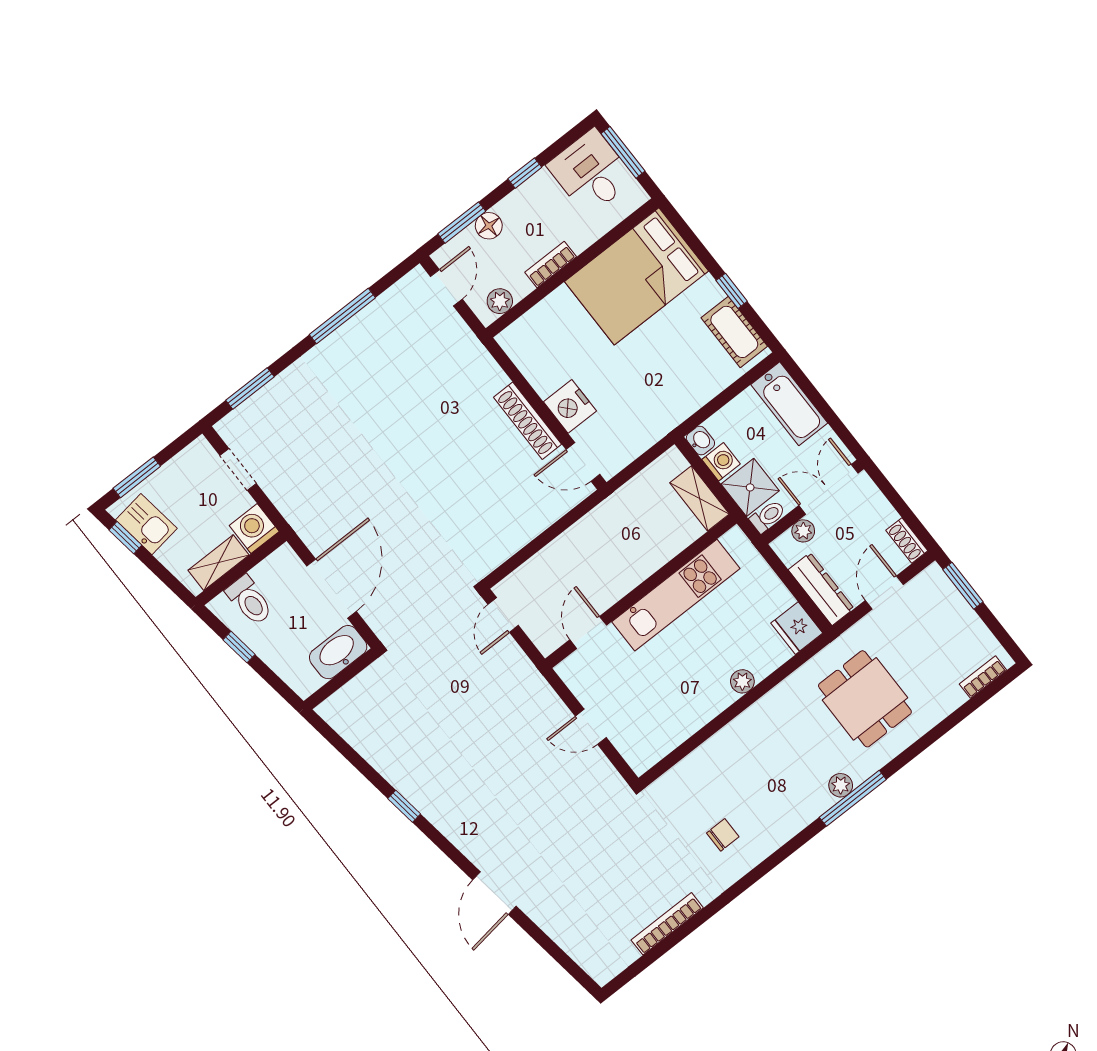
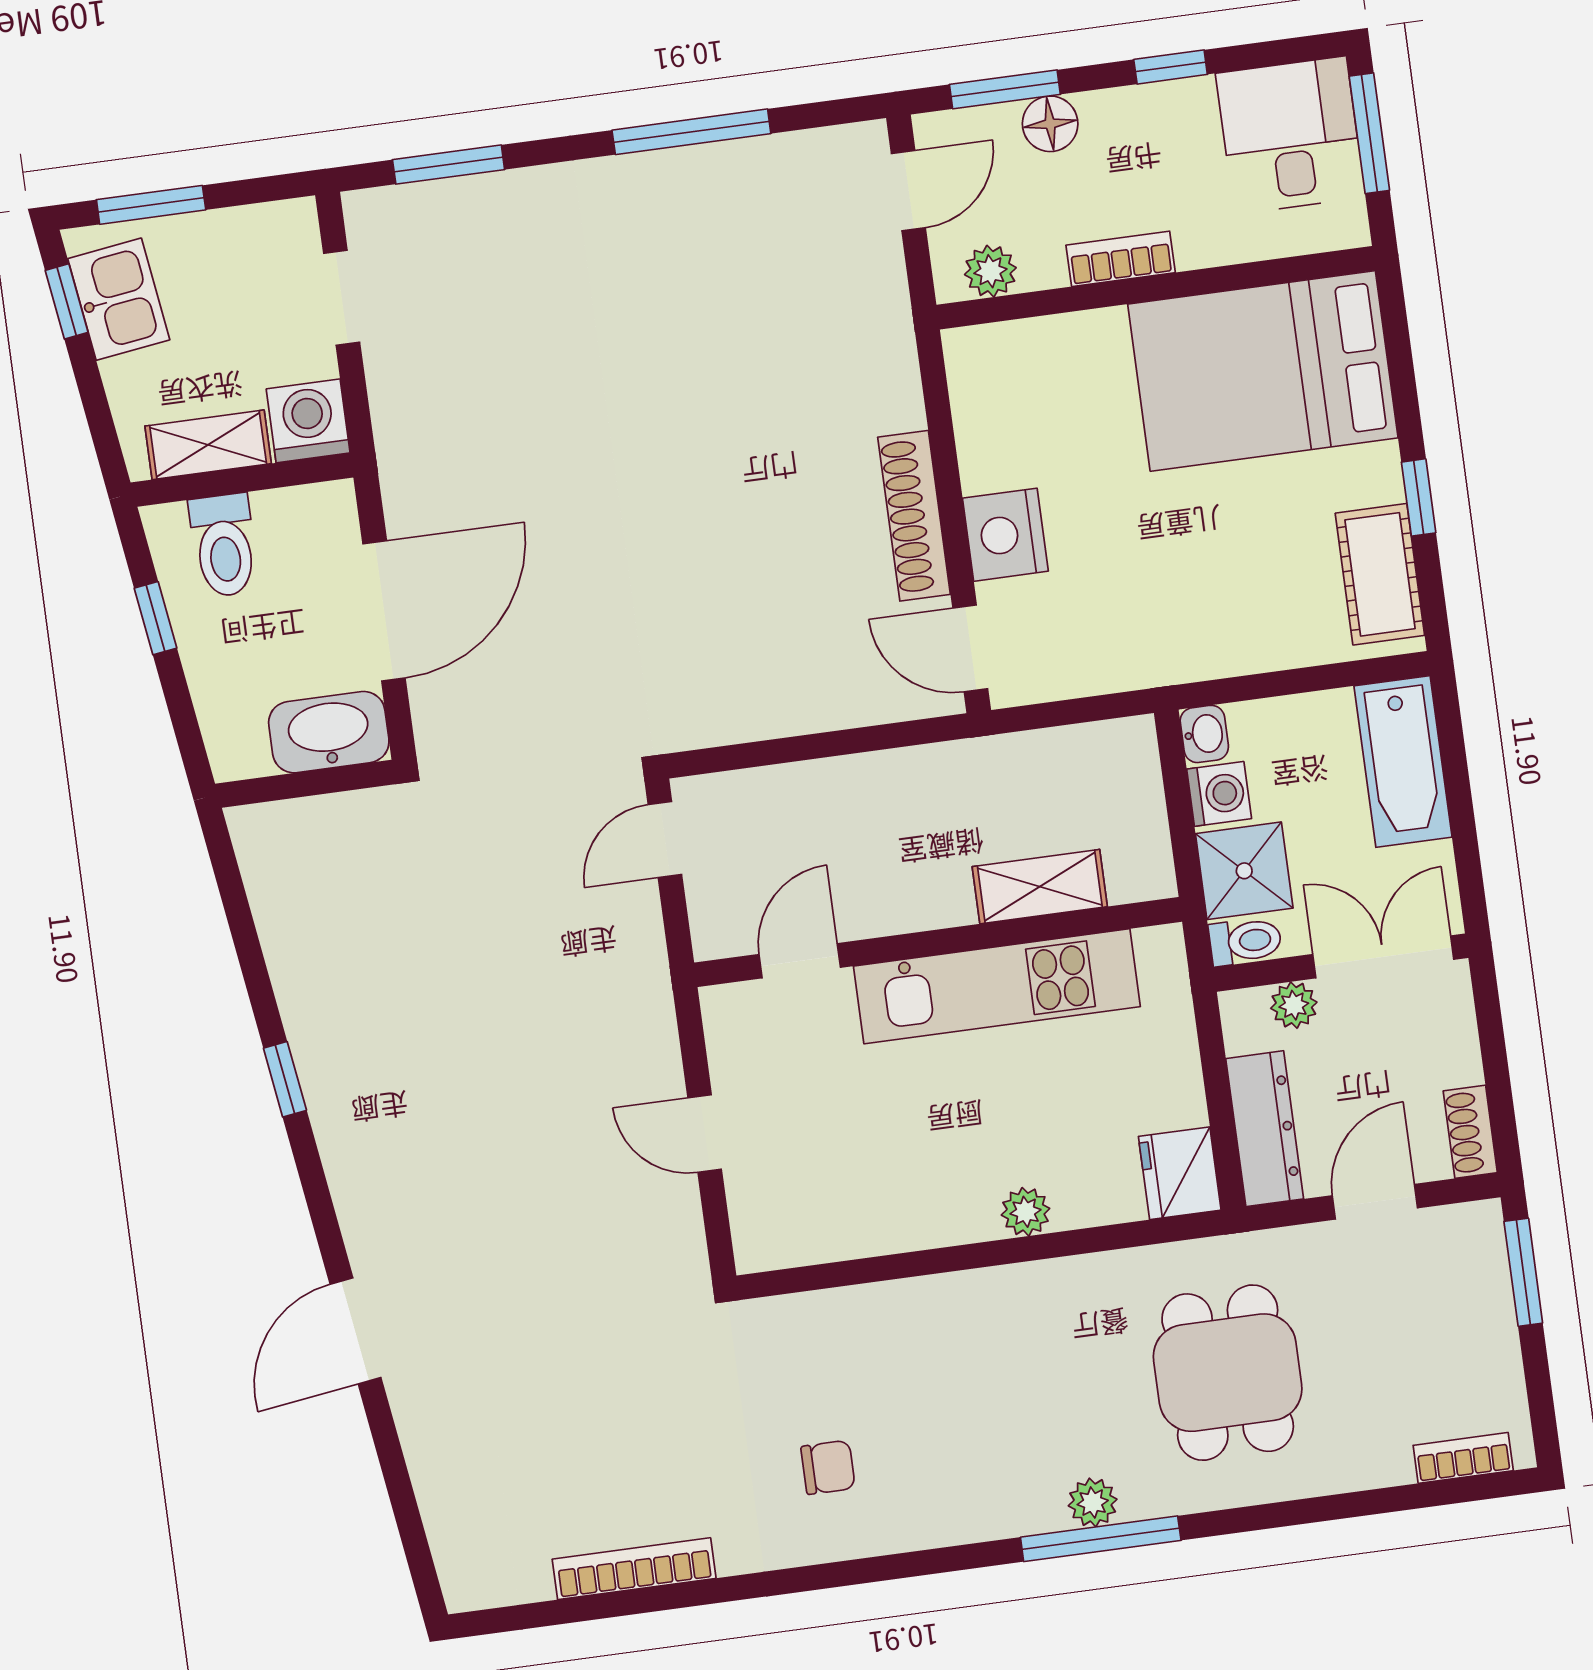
shelving: (700, 498) -> (1040, 887), moved, turned 90

